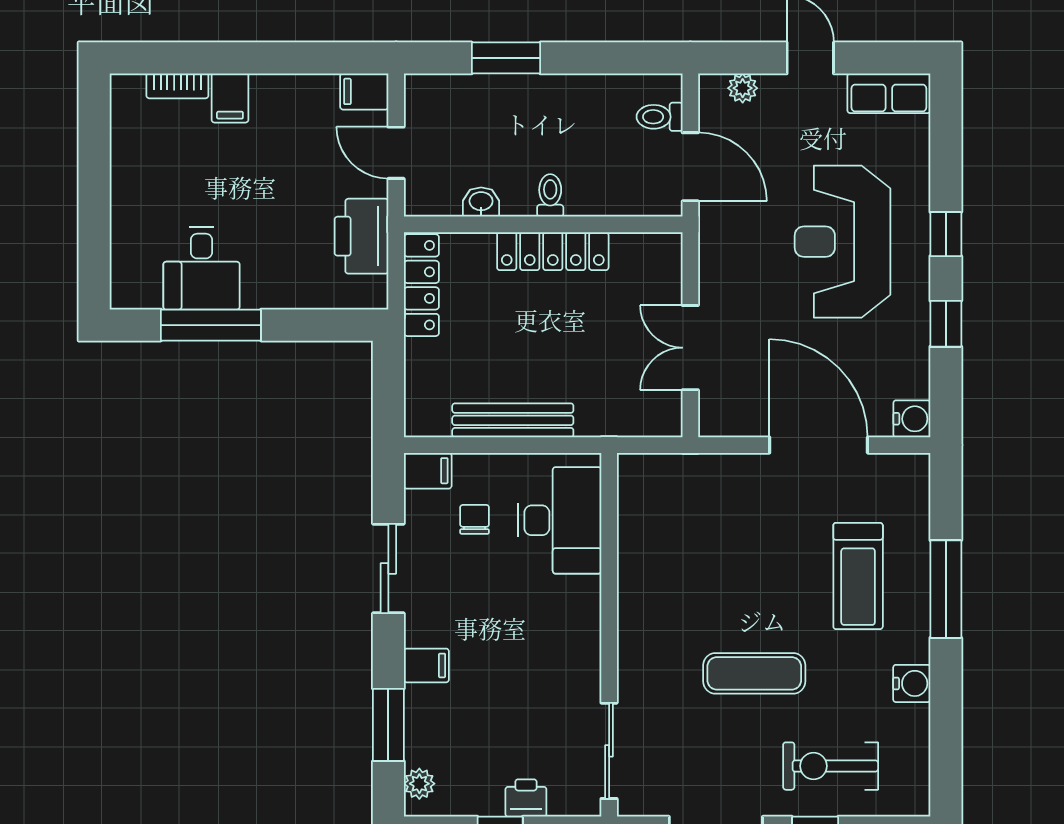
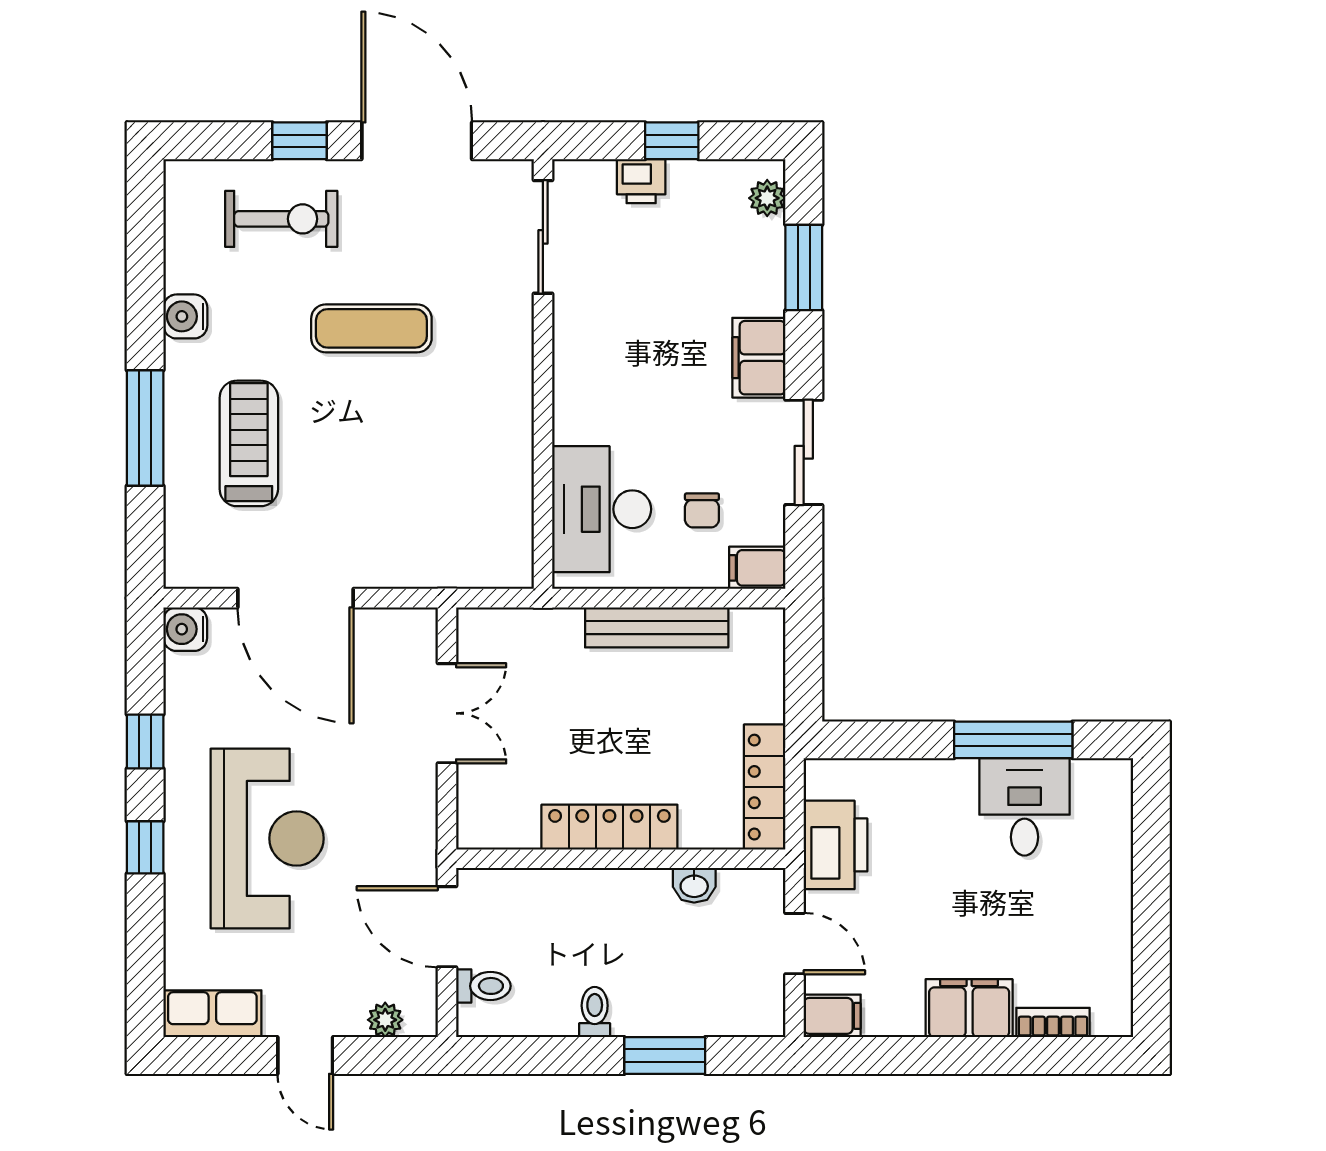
filing cabinet: (230, 98) -> (969, 1008), width x2.00
toilet: (550, 195) -> (595, 1012), moved, turned 180
filing cabinet: (426, 665) -> (759, 358), width x2.00

